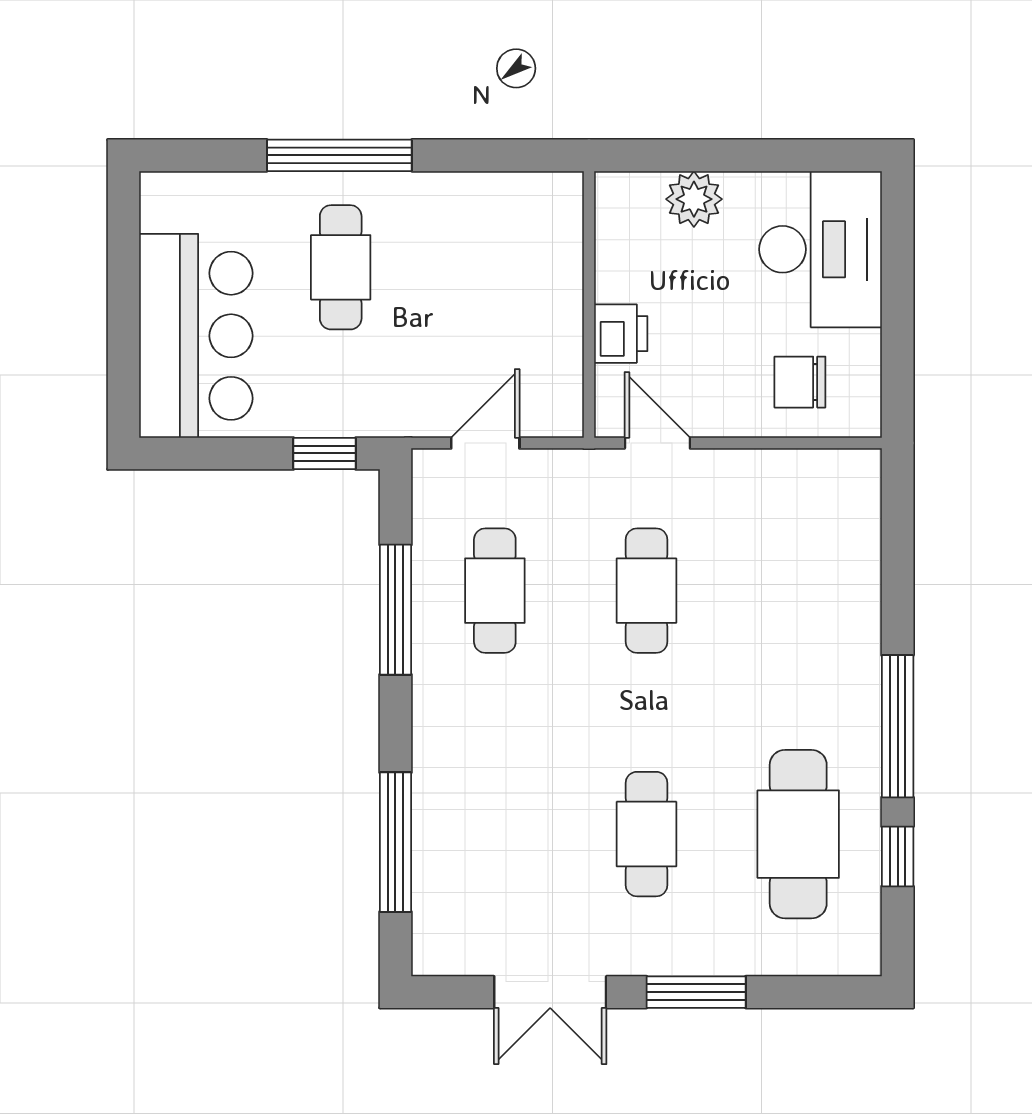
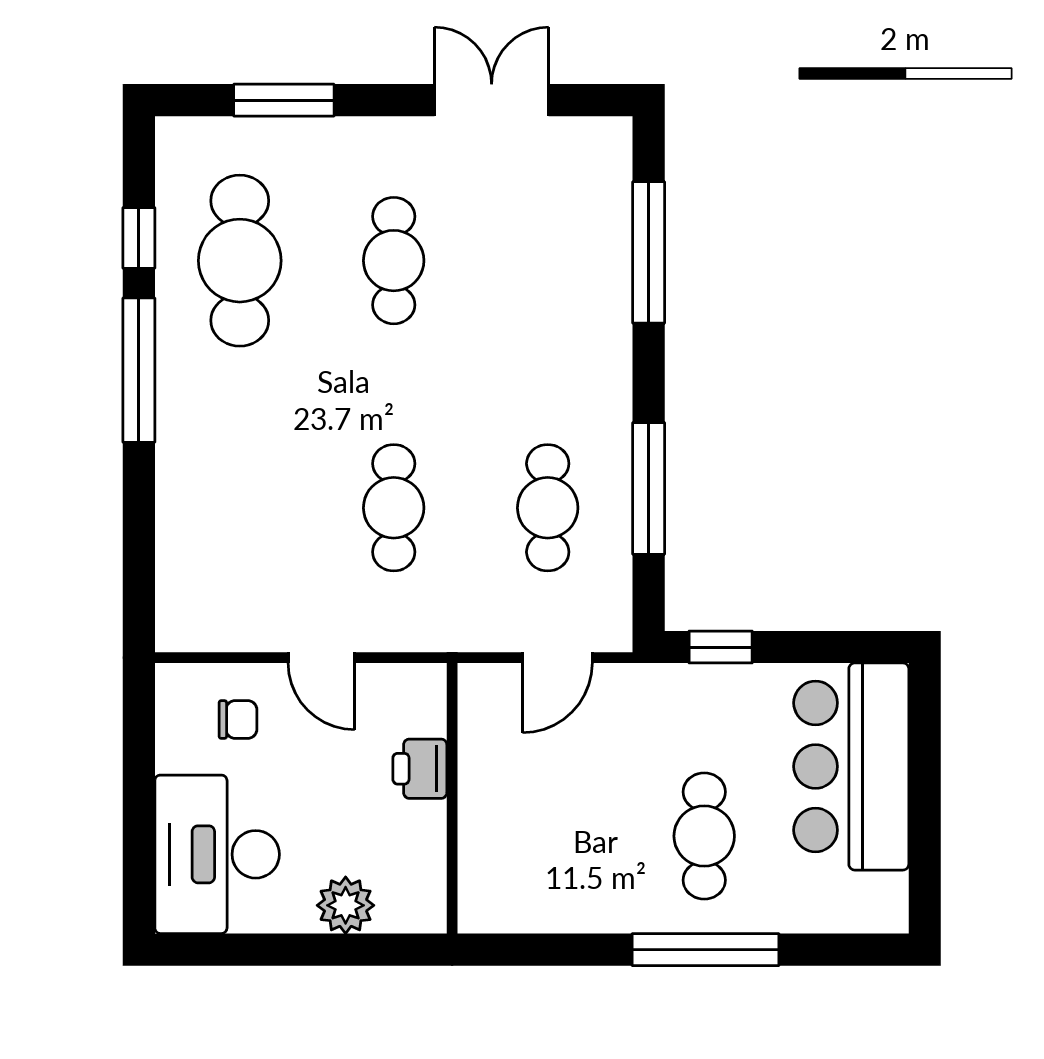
chair: (800, 382) -> (238, 720), width x0.73, depth x0.73
door: (657, 443) -> (321, 658), moved
window: (696, 992) -> (284, 100), moved

